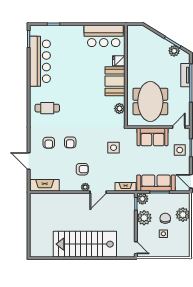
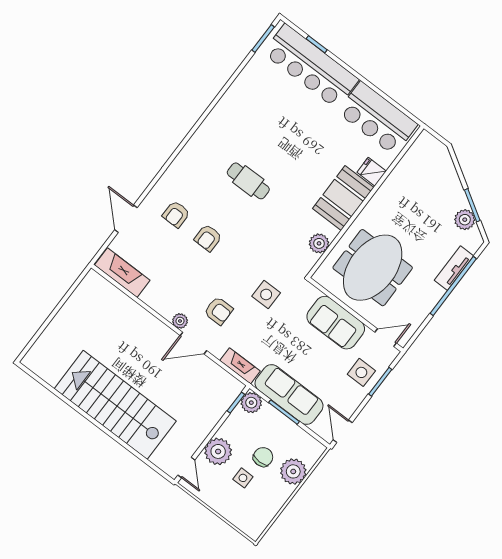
bar counter: (40, 61) -> (311, 66), moved, turned 90
cafe table: (47, 108) -> (248, 181), moved
armchair: (82, 169) -> (219, 311), moved
plant: (144, 218) -> (218, 451), moved

